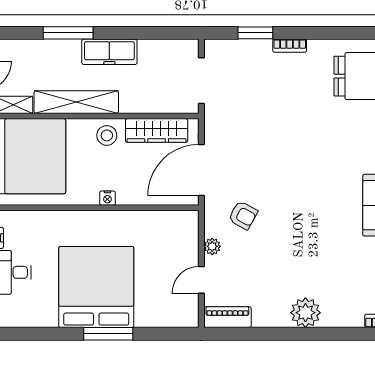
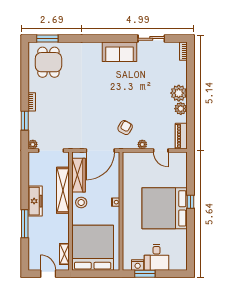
plant: (212, 47) -> (33, 144), added
shelving: (76, 102) -> (63, 190), moved
door: (201, 170) -> (100, 150), hinge flipped
plant: (277, 316) -> (181, 109), added
window: (108, 334) -> (190, 202), width x0.46

